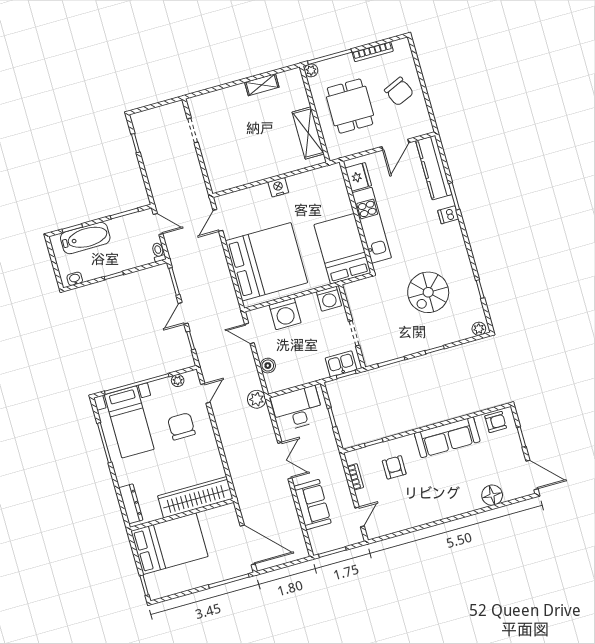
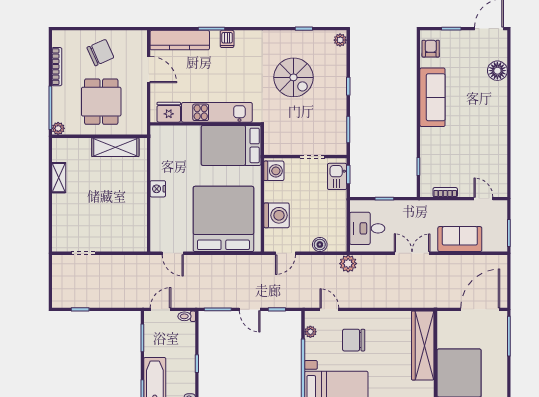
dining table: (350, 106) -> (101, 102), turned 90
desk: (297, 409) -> (367, 228), width x0.73
armchair: (394, 467) -> (446, 154), removed

